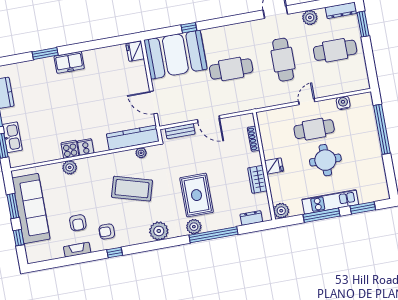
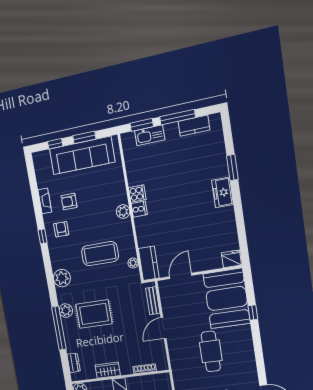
kitchen counter: (133, 138) -> (149, 263), width x0.67
plant: (70, 167) -> (123, 212), moved
coffee table: (132, 189) -> (100, 254), turned 74

